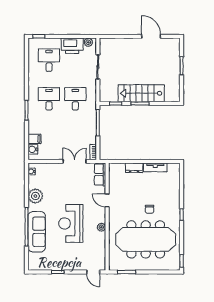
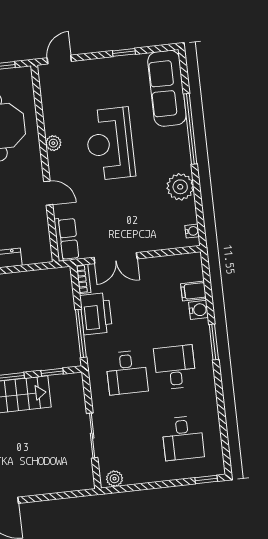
printer: (72, 46) -> (96, 314), moved, turned 90
desk: (49, 99) -> (175, 367), turned 180
water cooler: (33, 149) -> (198, 310), moved
reception desk: (71, 223) -> (110, 144), turned 180
sofa: (37, 232) -> (167, 88), moved
door: (93, 272) -> (59, 60), hinge flipped

